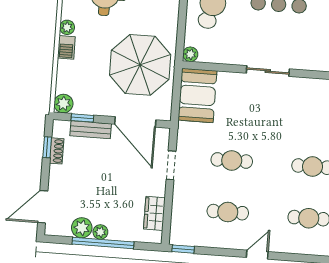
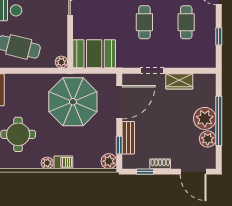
shoe rack: (57, 151) -> (160, 164), moved
wardrobe: (154, 213) -> (179, 81), moved
plant: (100, 232) -> (205, 118), width x1.88, depth x1.88
window: (183, 249) -> (219, 36), moved

